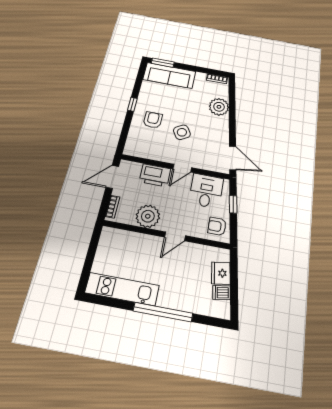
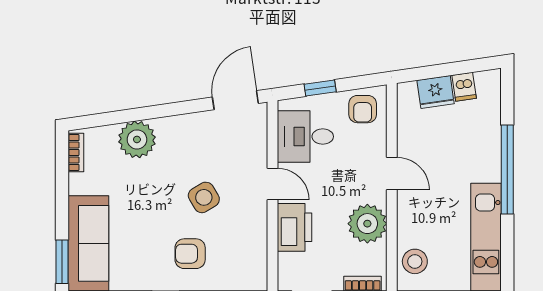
stool: (118, 240) -> (415, 261), added

